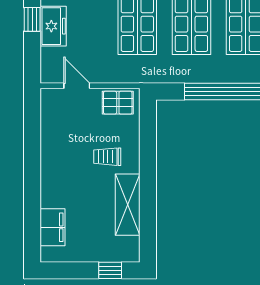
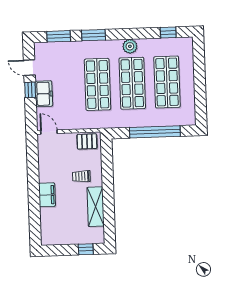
door: (77, 86) -> (49, 132), moved
filing cabinet: (53, 227) -> (47, 195), moved

